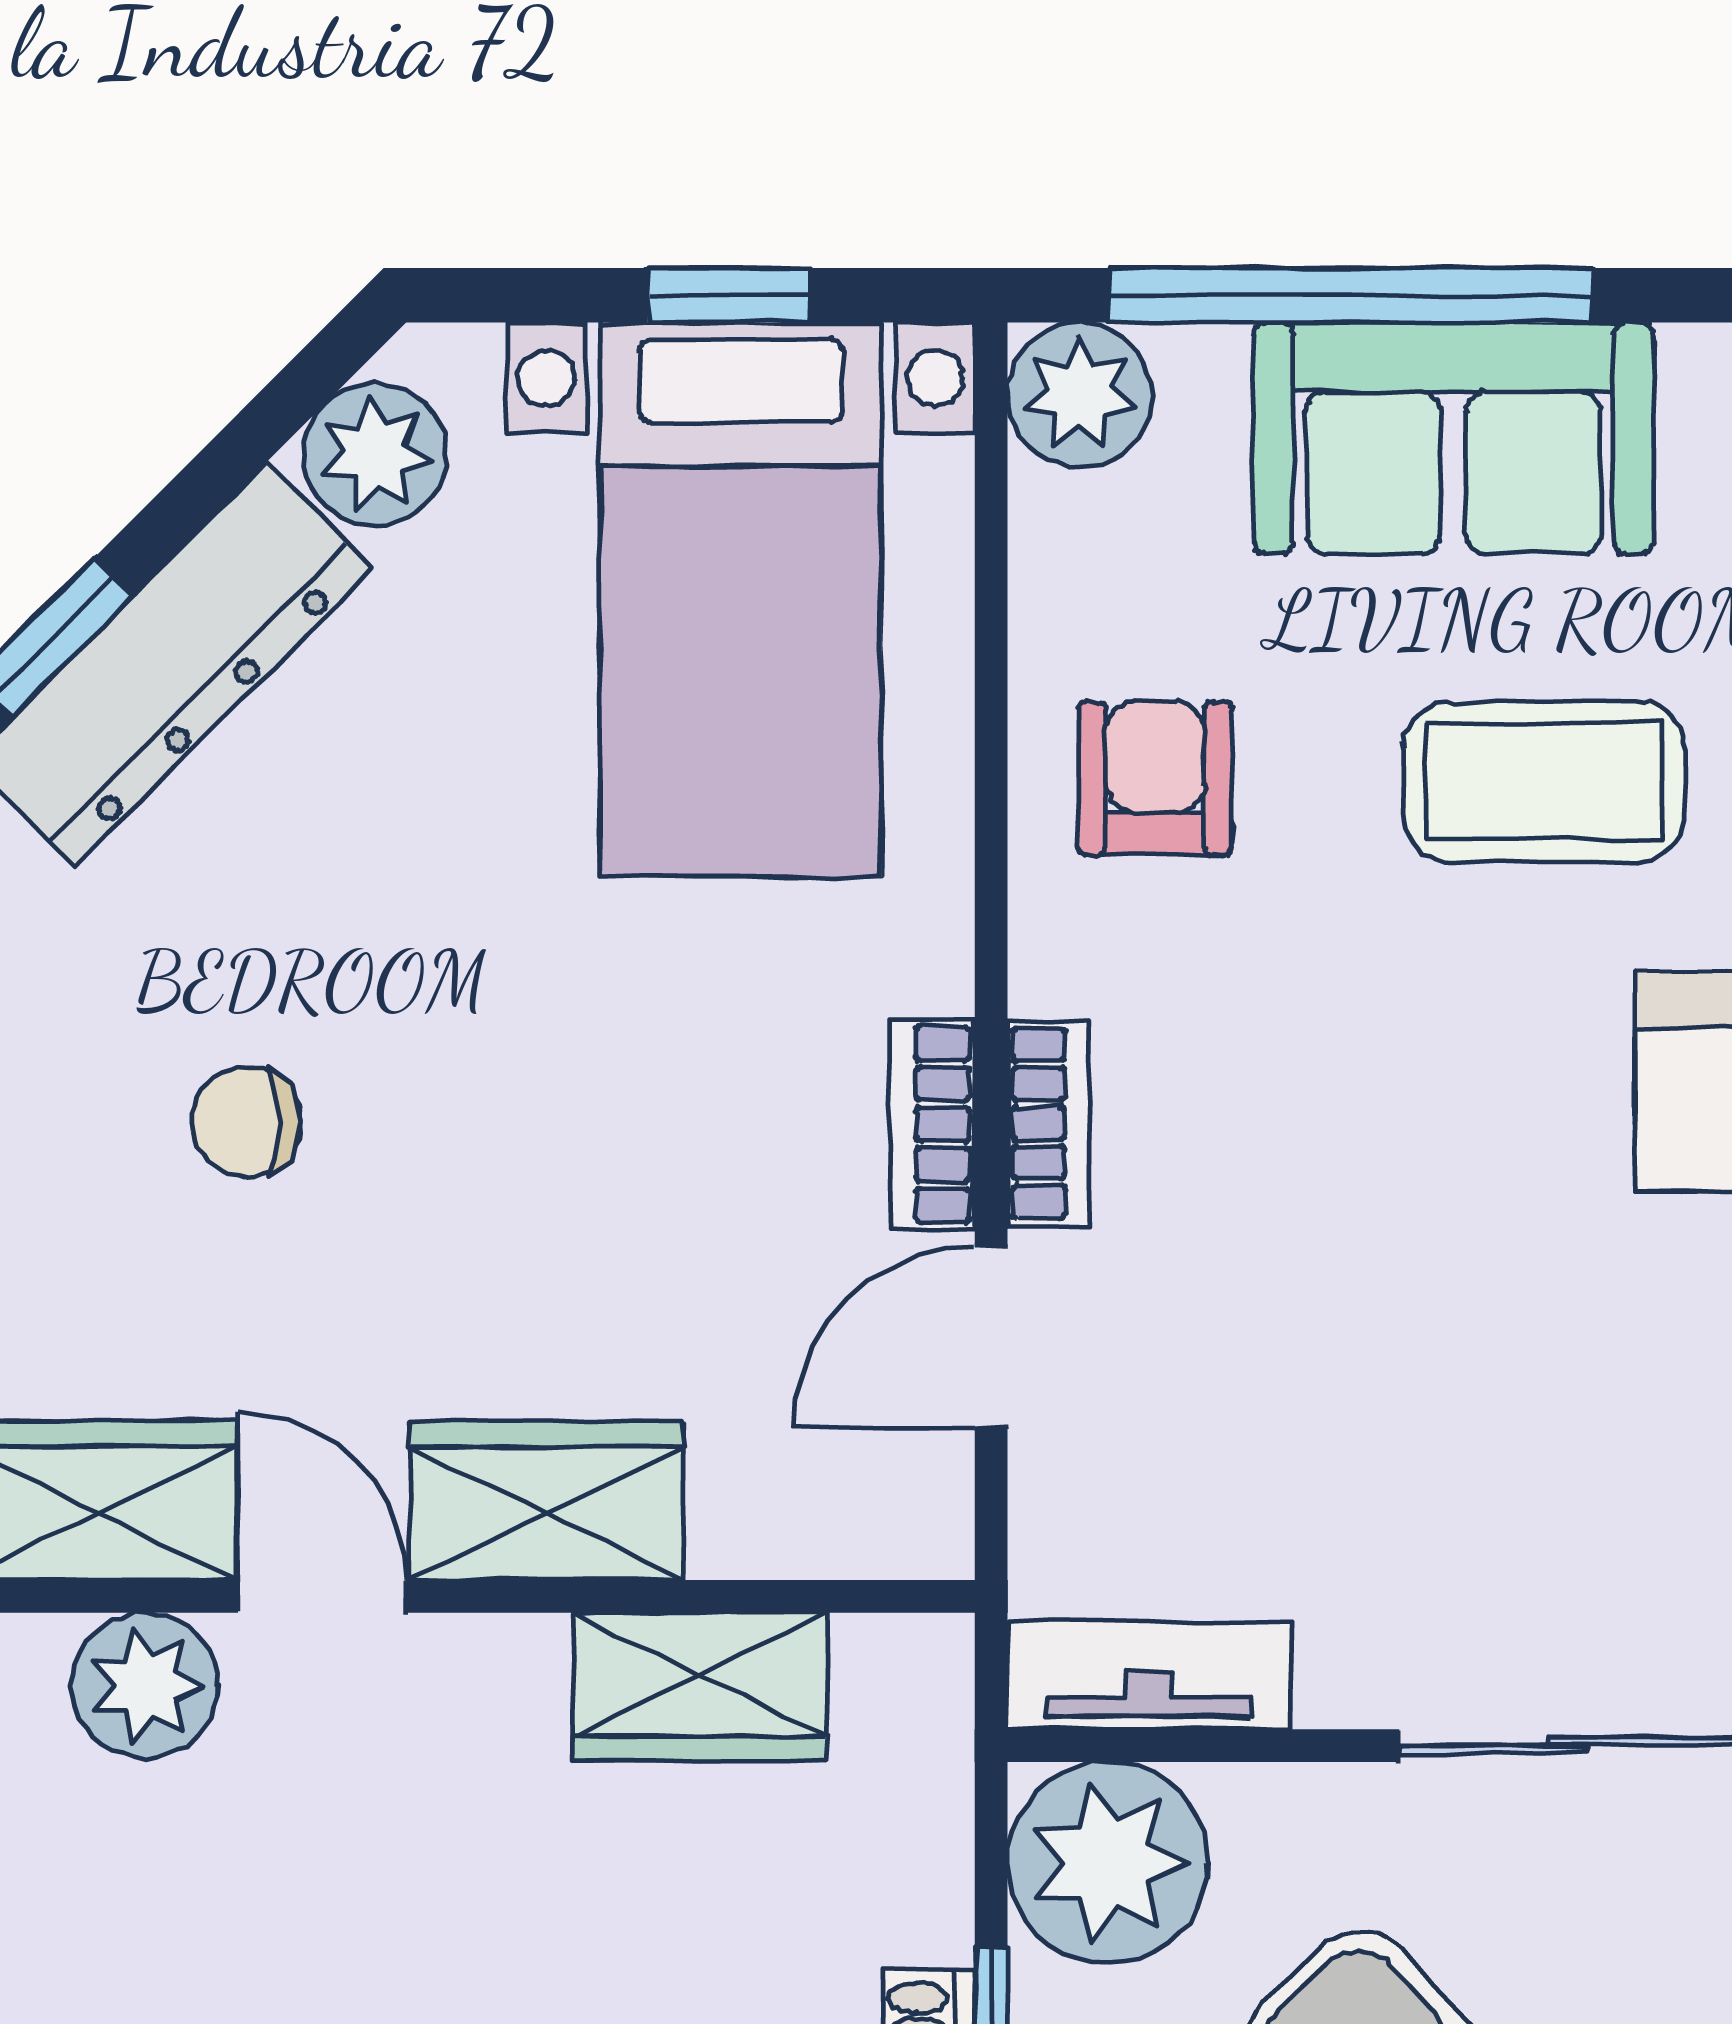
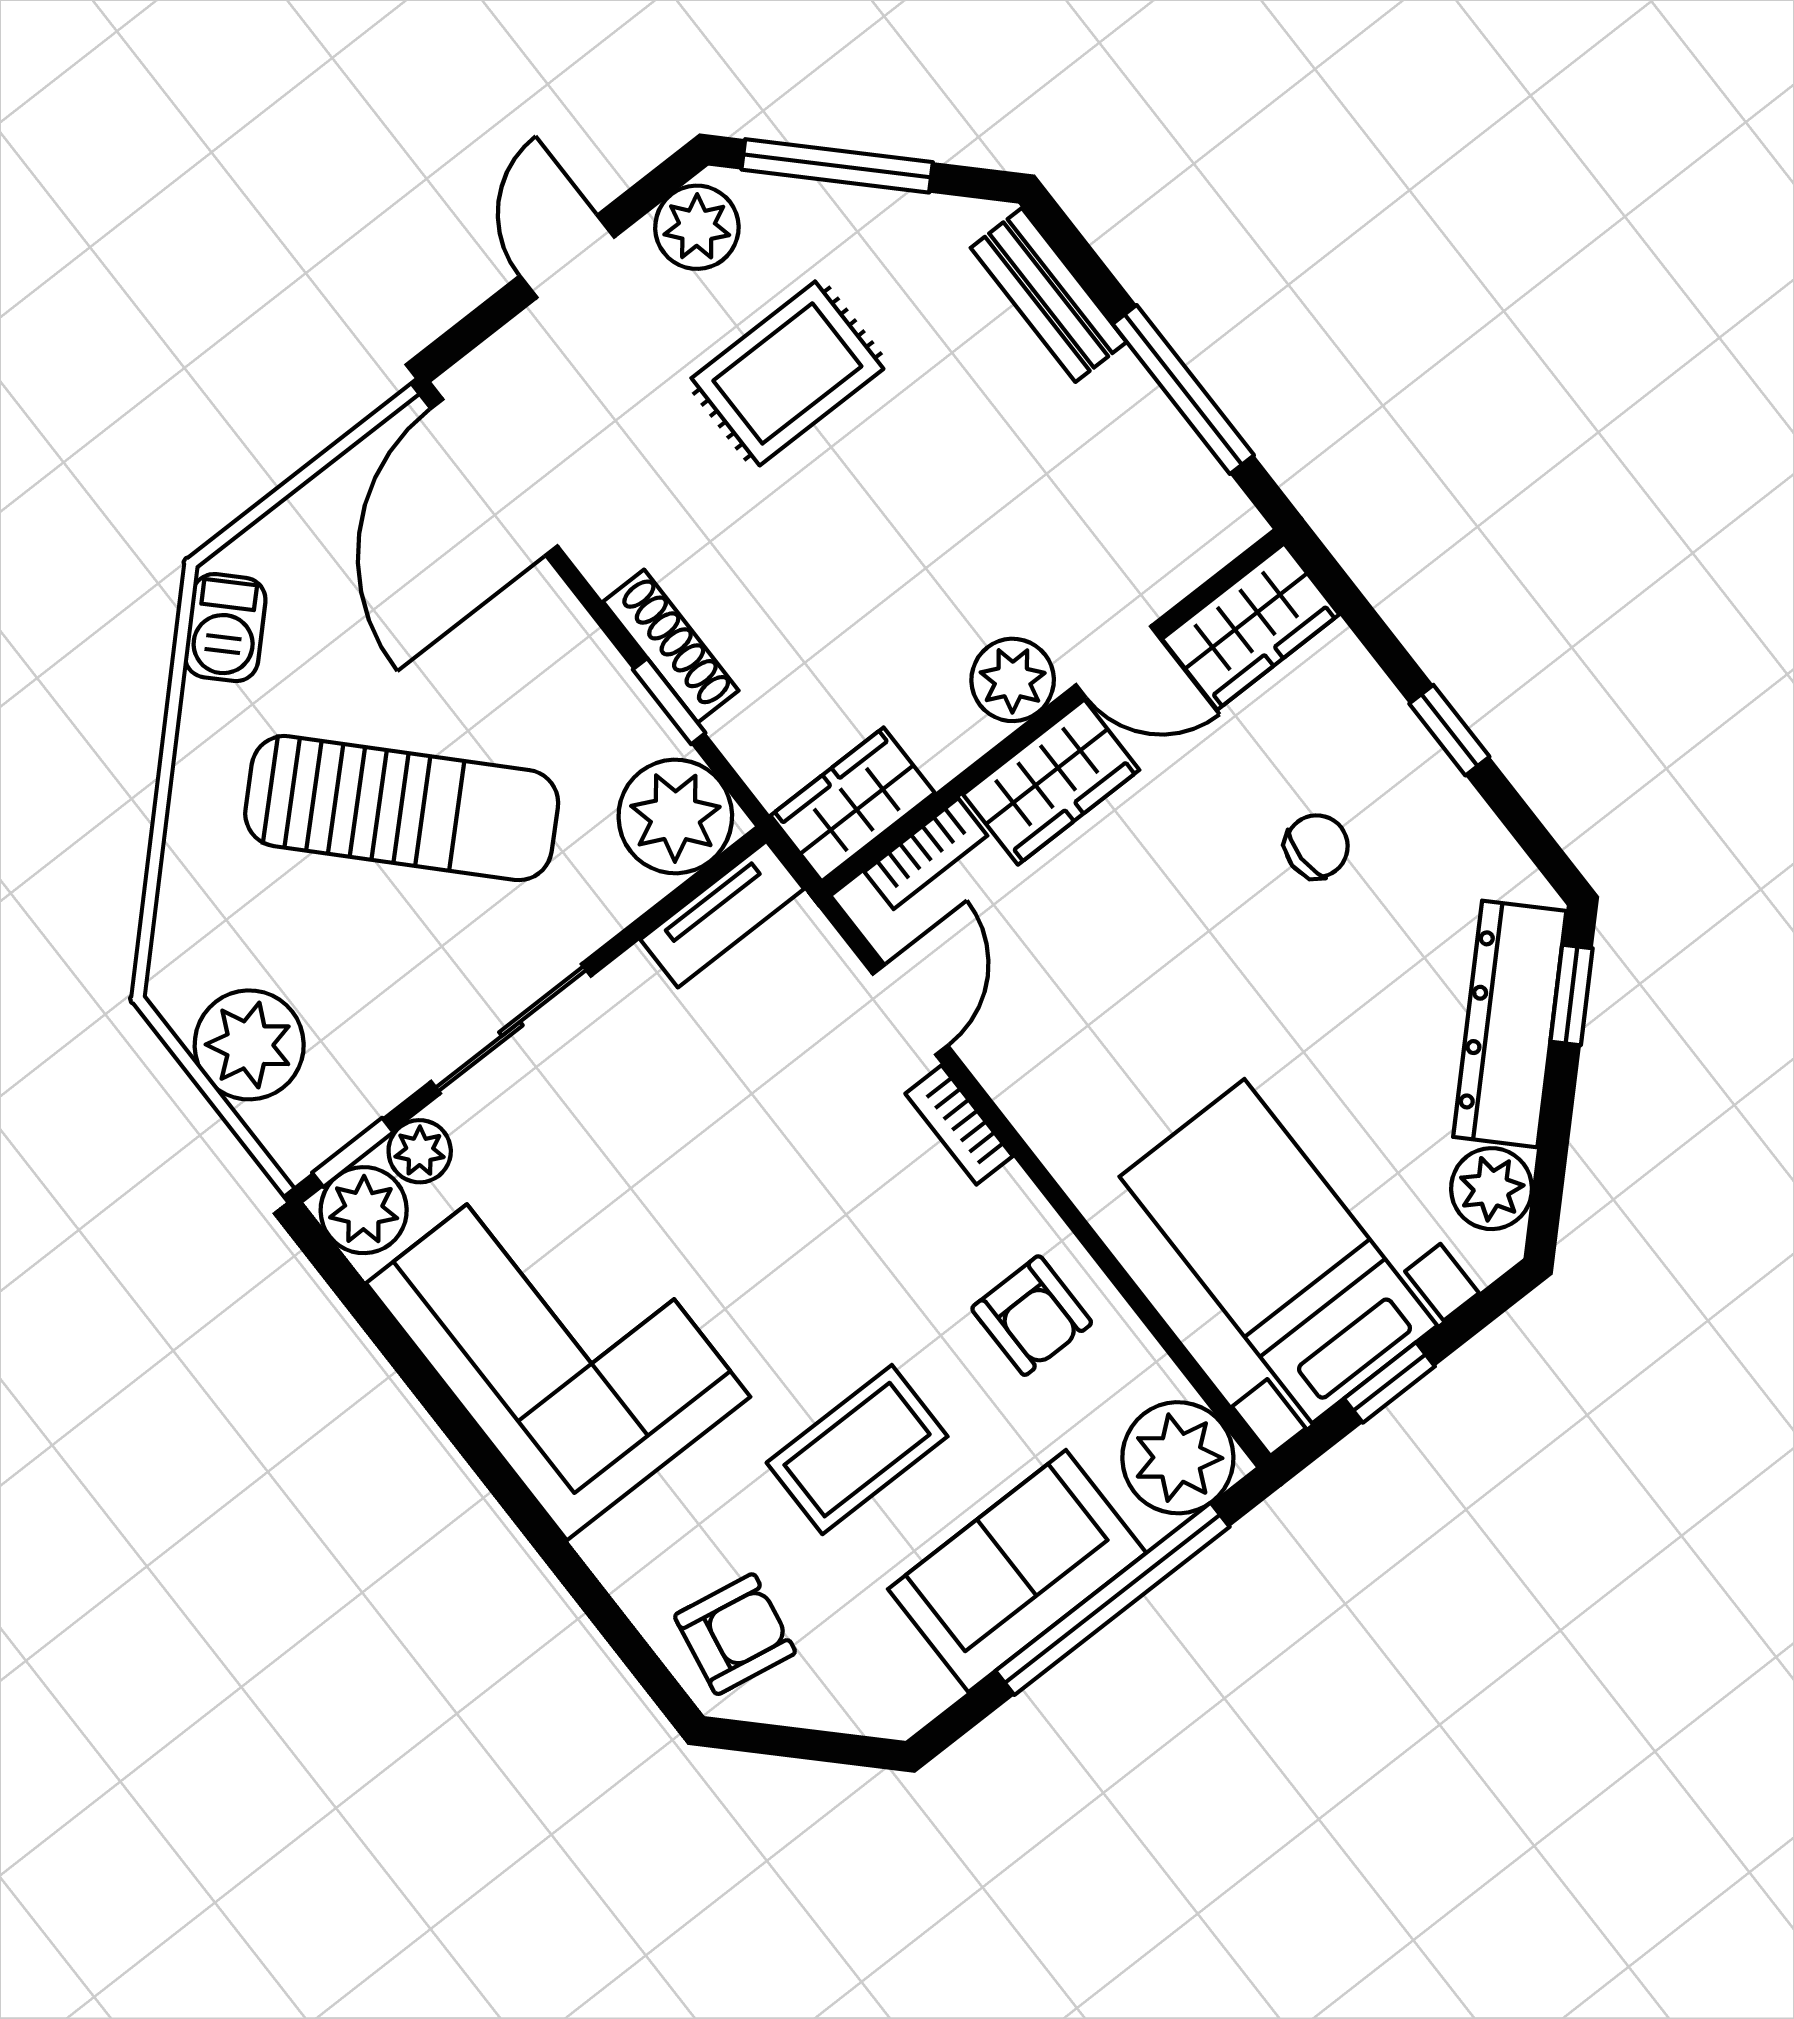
plant: (1080, 395) -> (1178, 1458), width x1.36, depth x1.36
bookcase: (933, 1124) -> (926, 854), moved, turned 90
plant: (145, 1686) -> (1013, 680), moved
wardrobe: (700, 1686) -> (853, 804), moved

